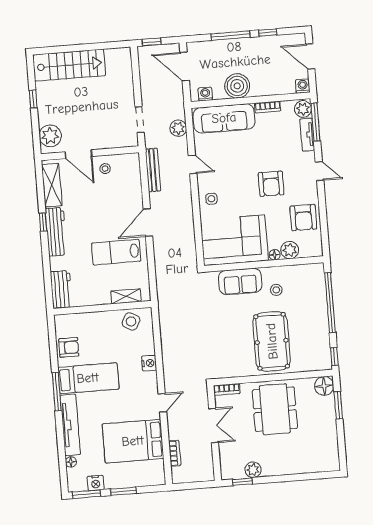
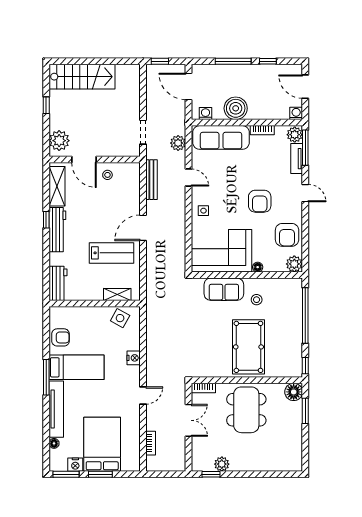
plant: (290, 250) -> (294, 264), moved
lab bench: (116, 252) -> (111, 253), turned 180
bed: (133, 441) -> (102, 444), moved, turned 90

